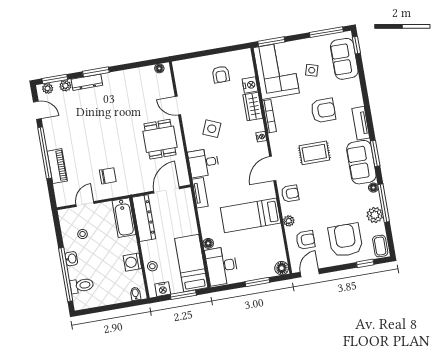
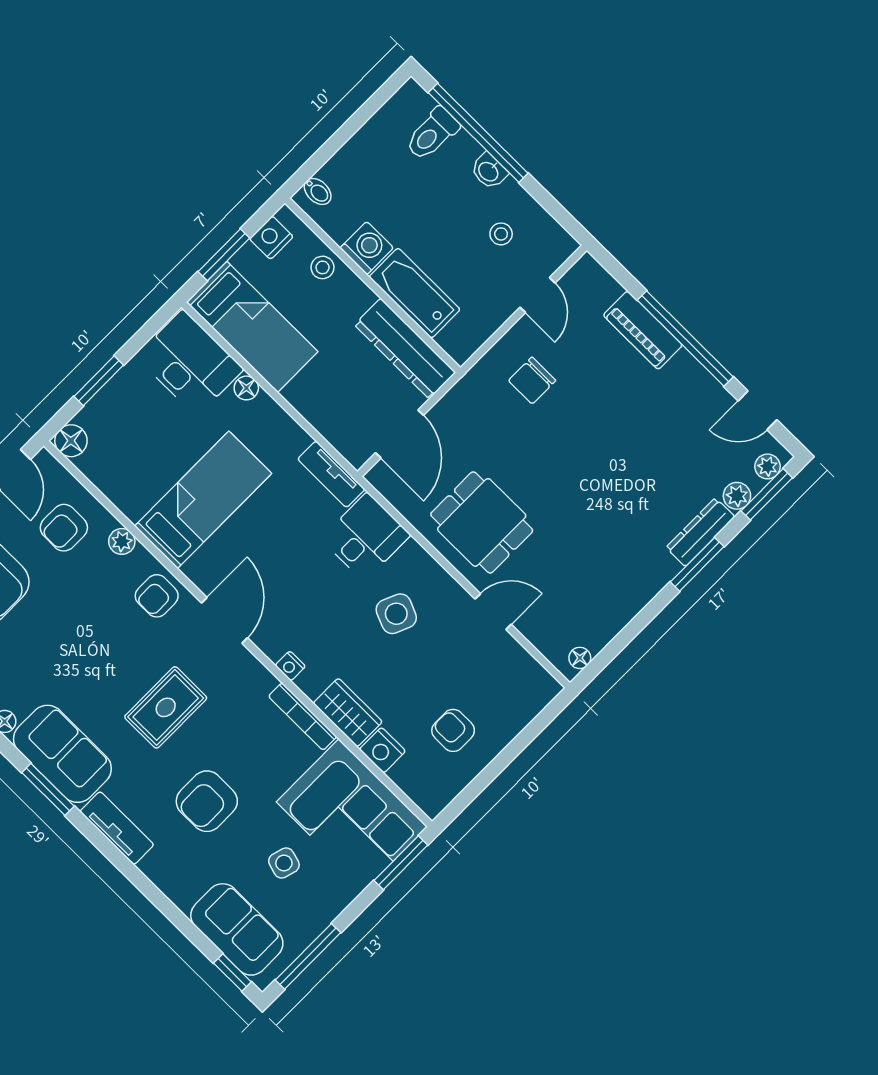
bathtub: (124, 218) -> (415, 293), moved

